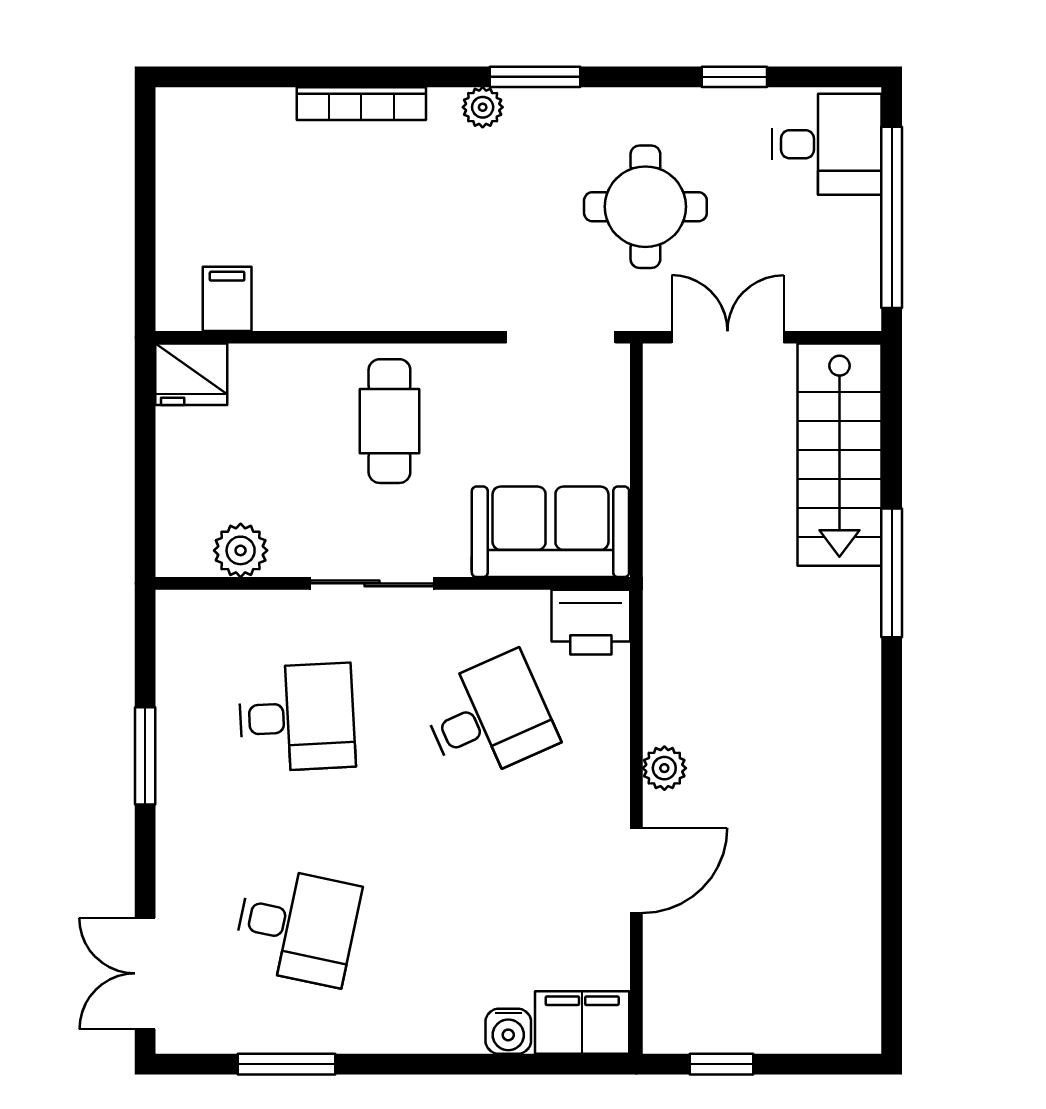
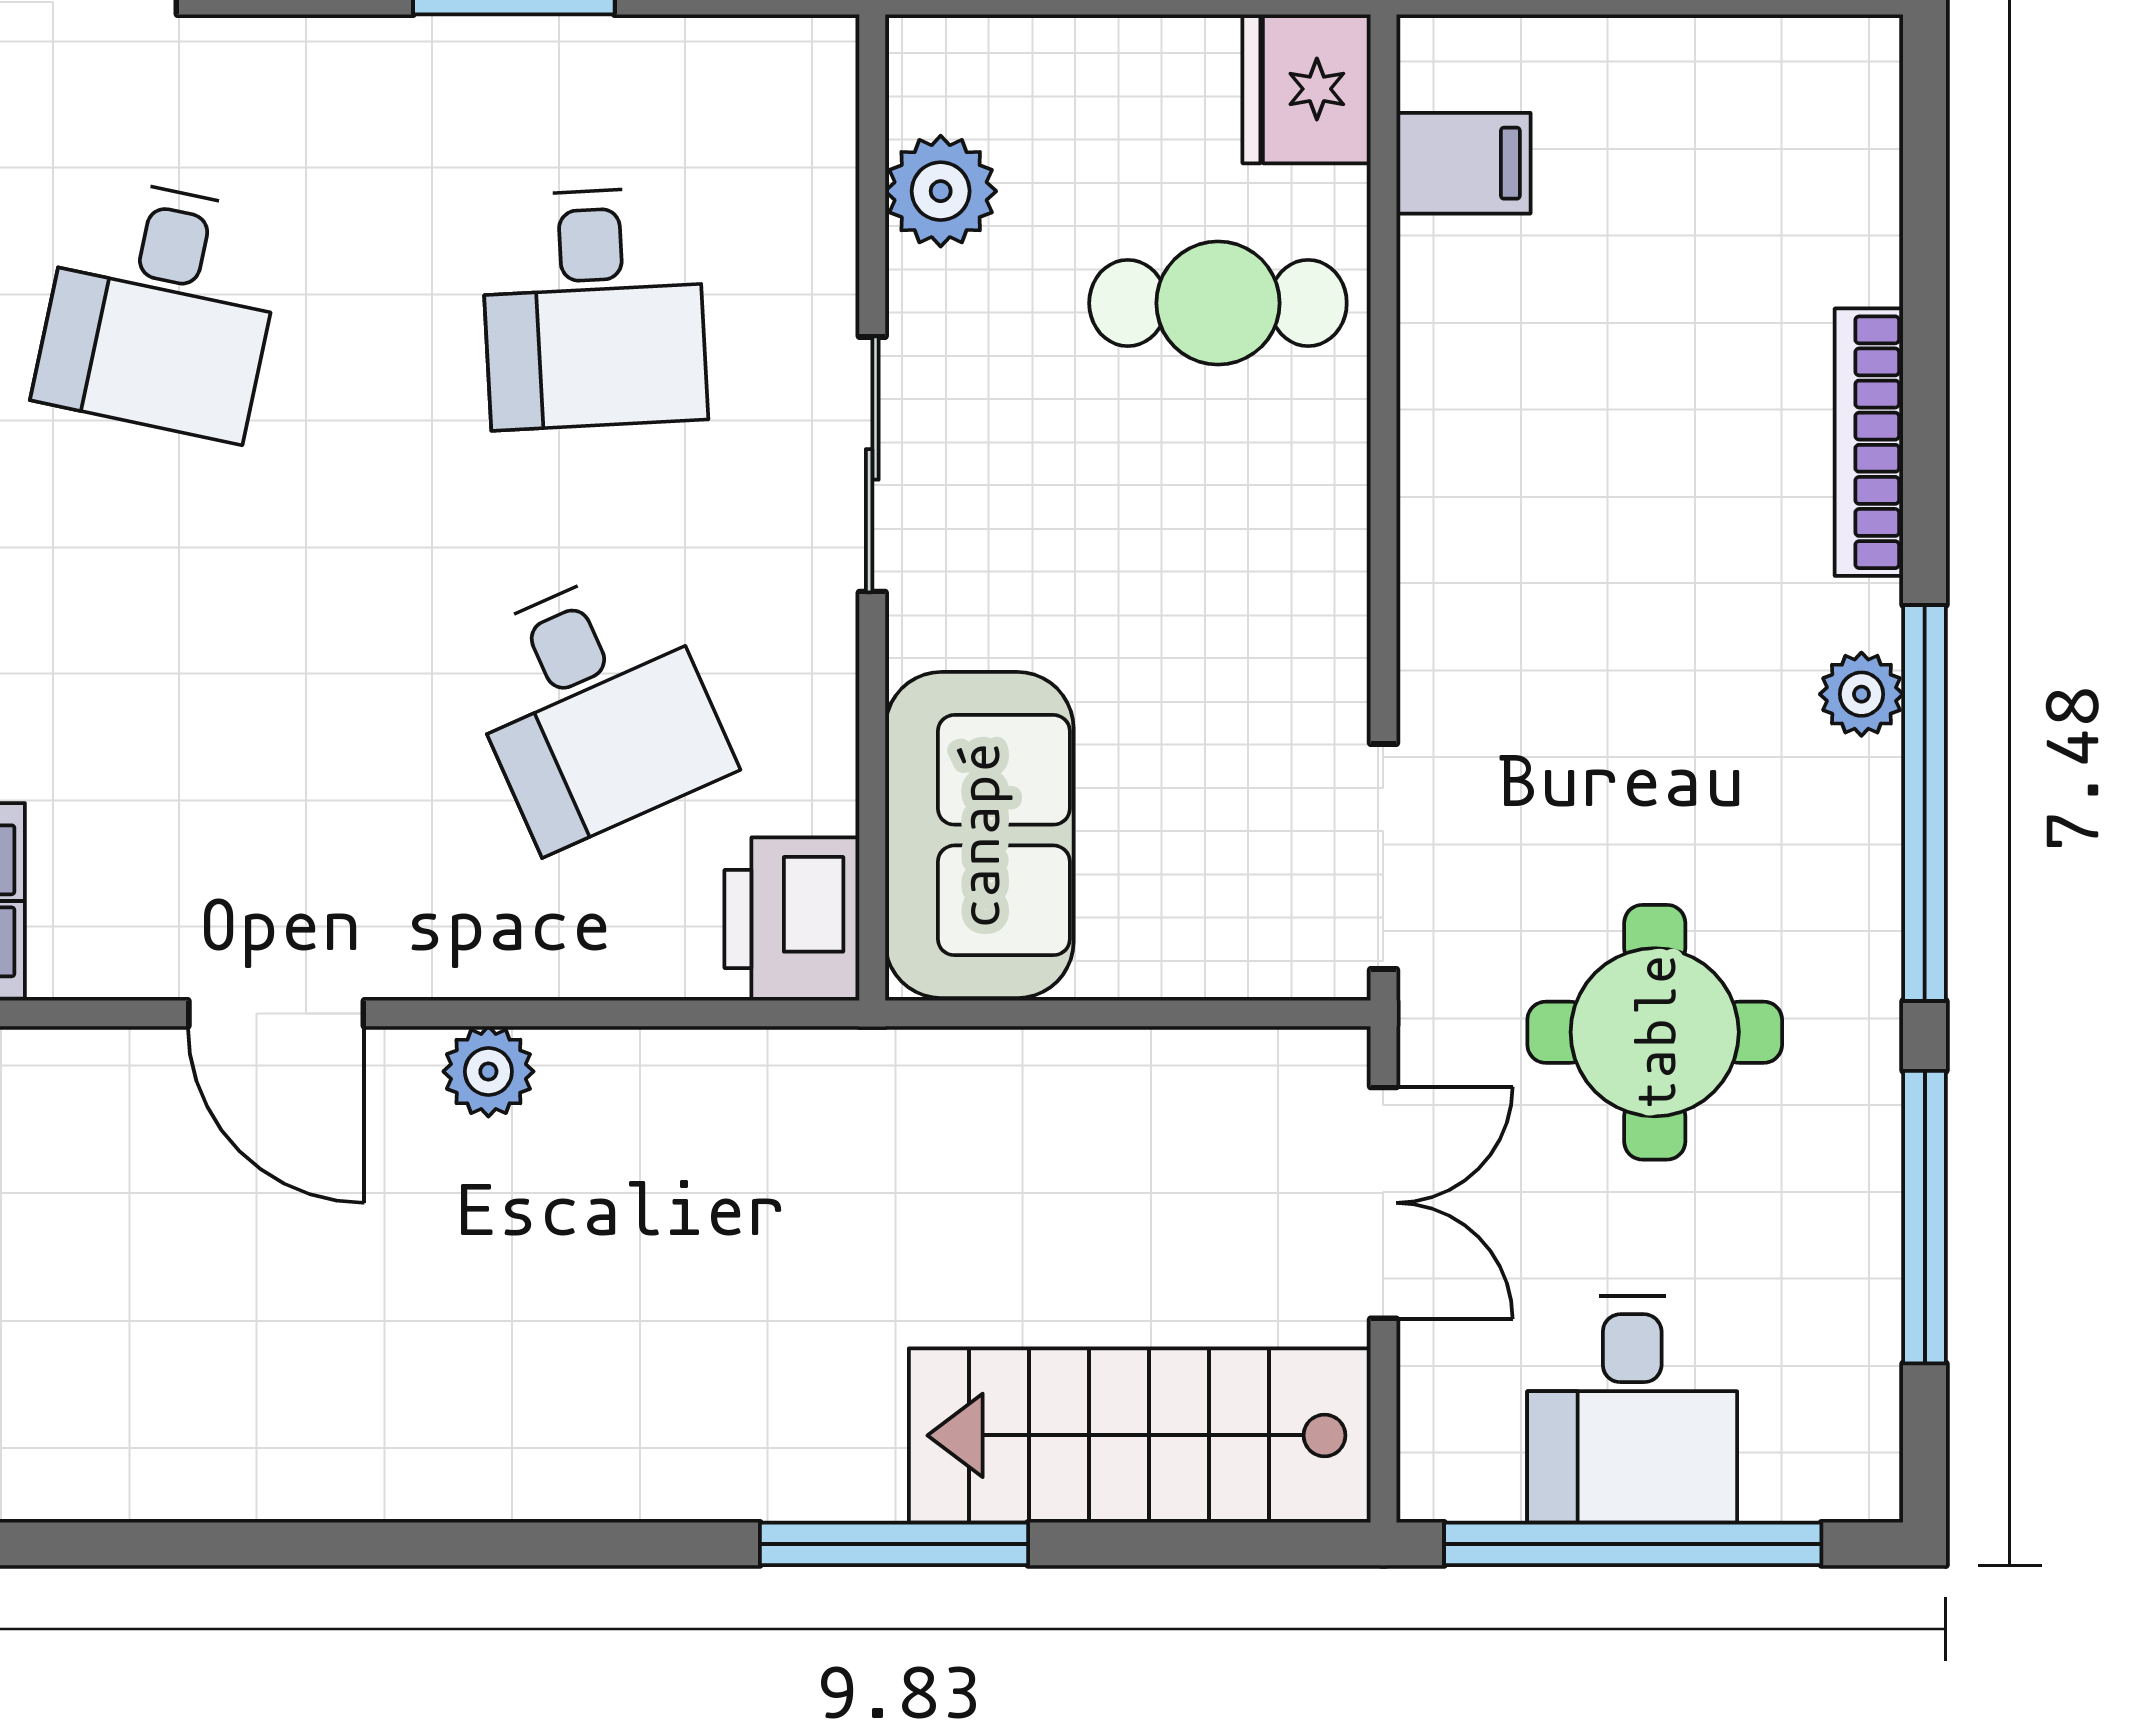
window: (535, 77) -> (1925, 803), width x2.11
window: (734, 77) -> (1925, 1217), width x2.17
desk: (827, 144) -> (1632, 1409), moved
cafe table: (389, 421) -> (1218, 303), moved

